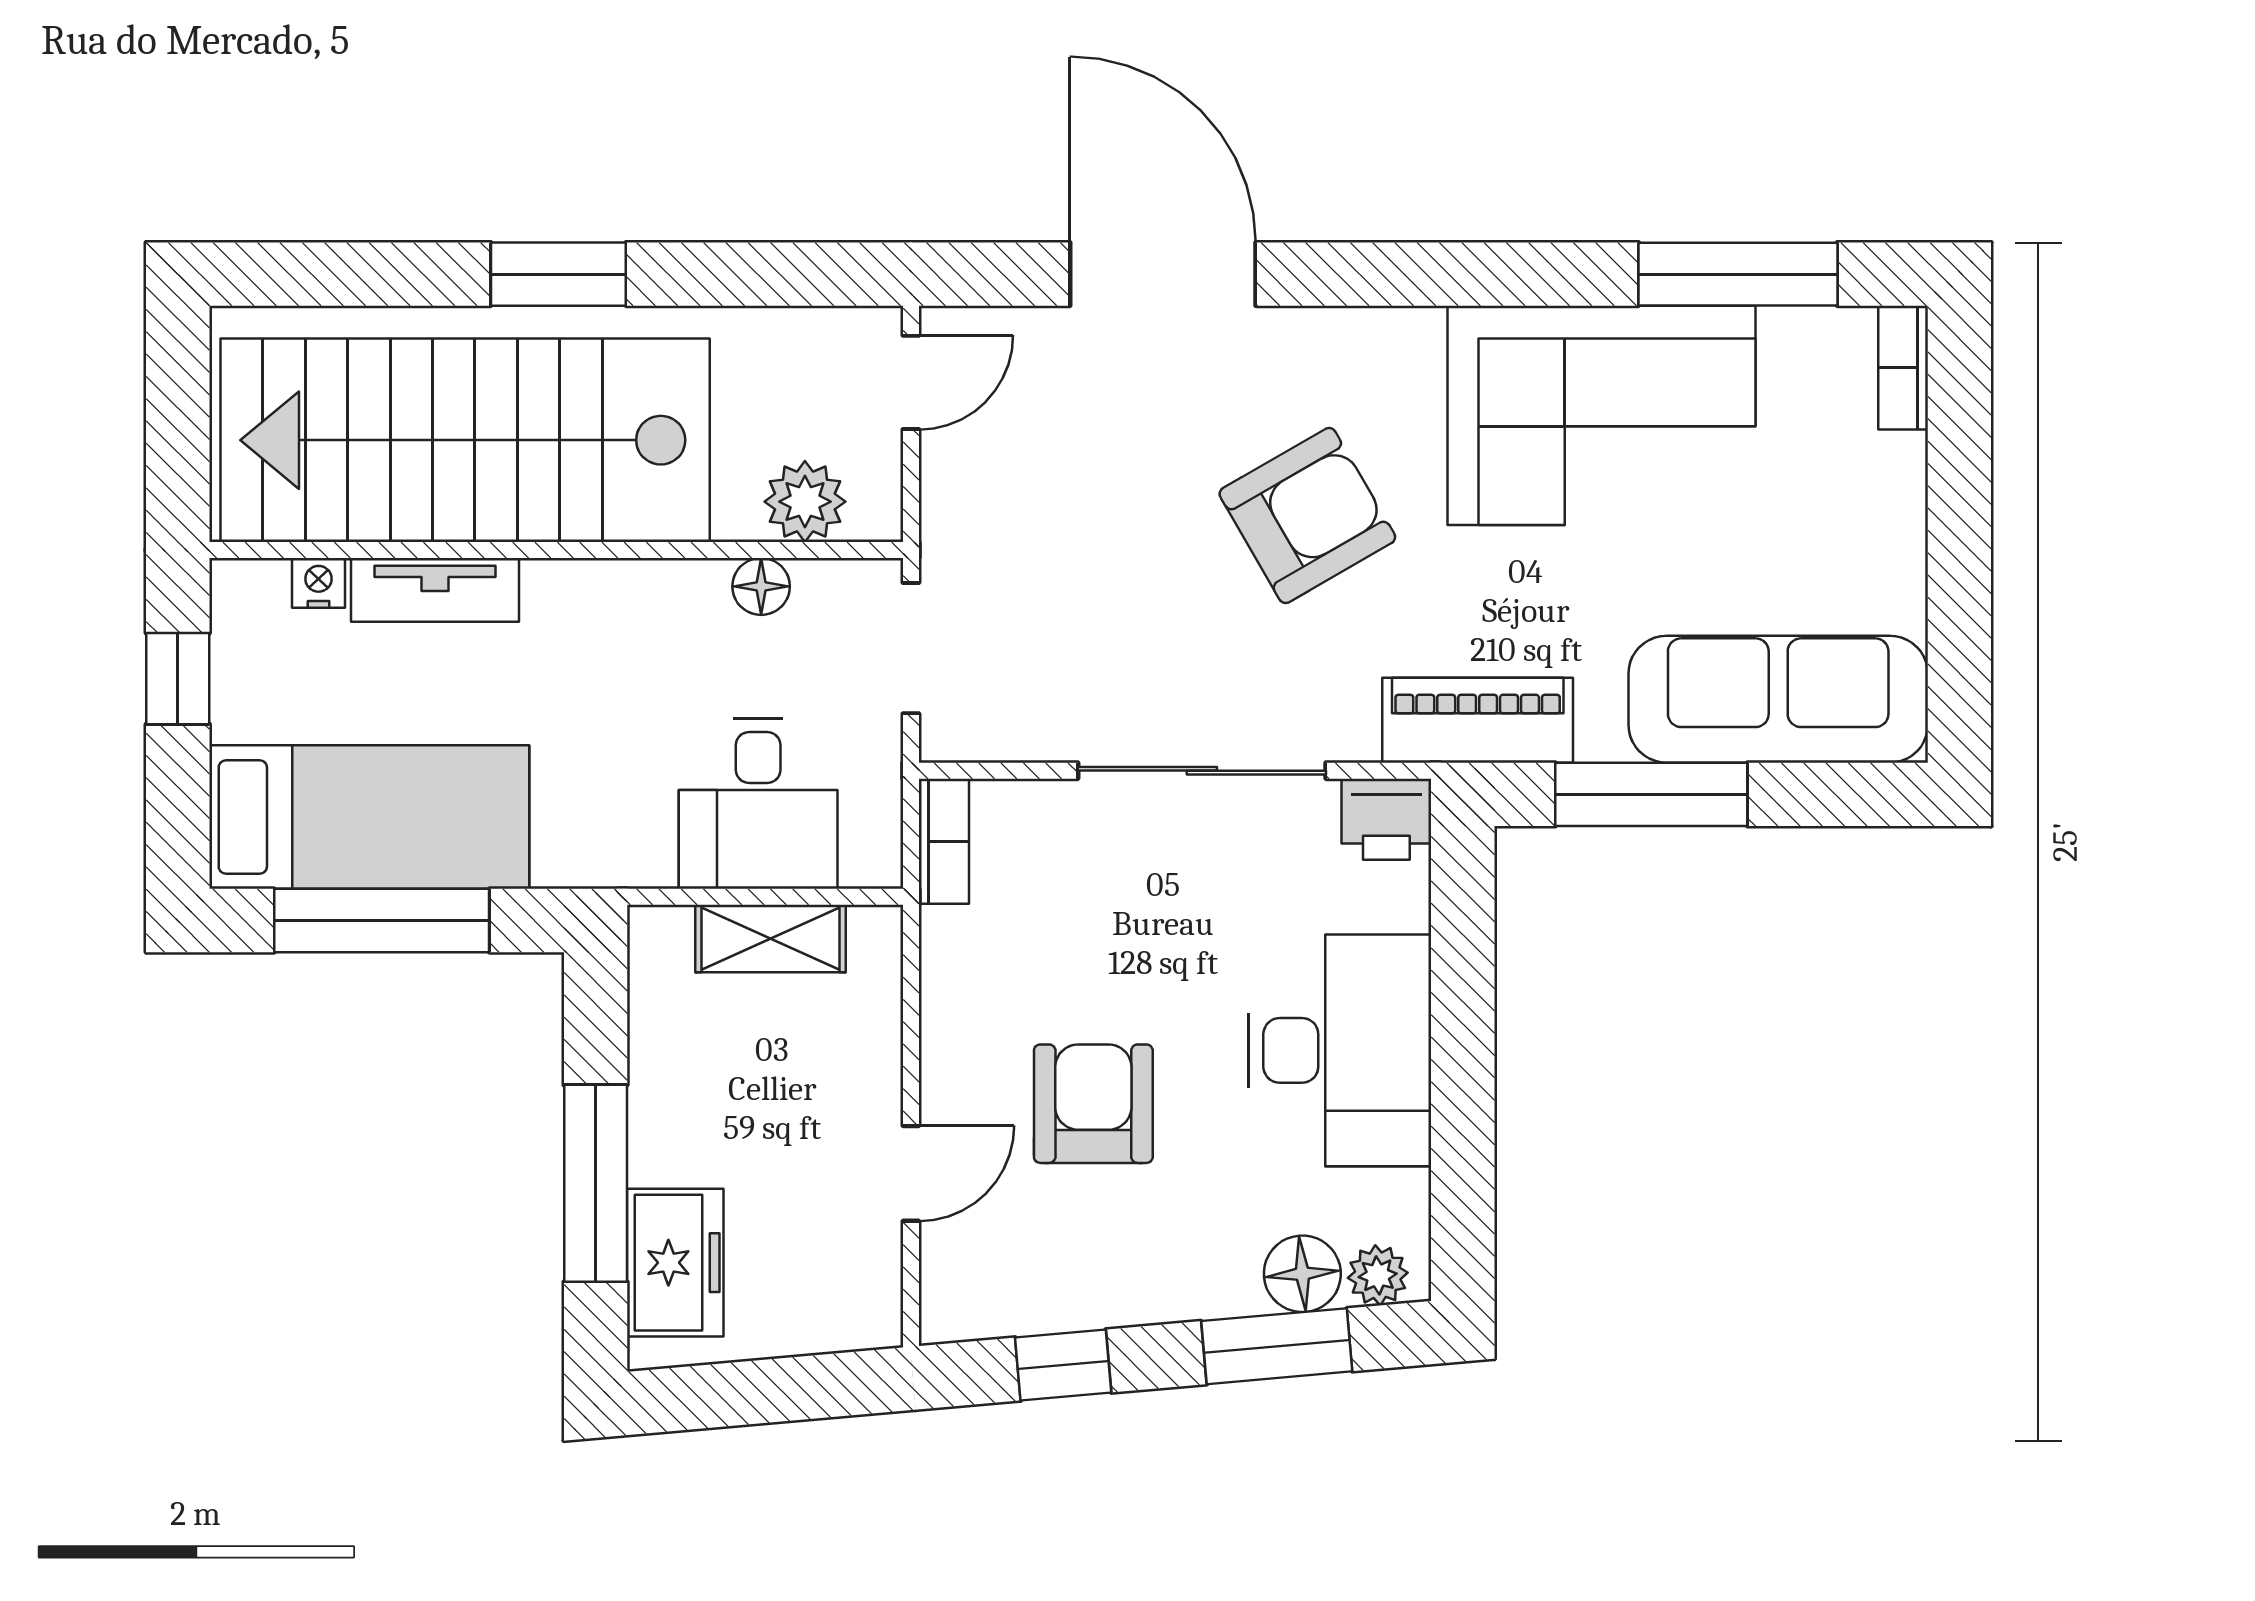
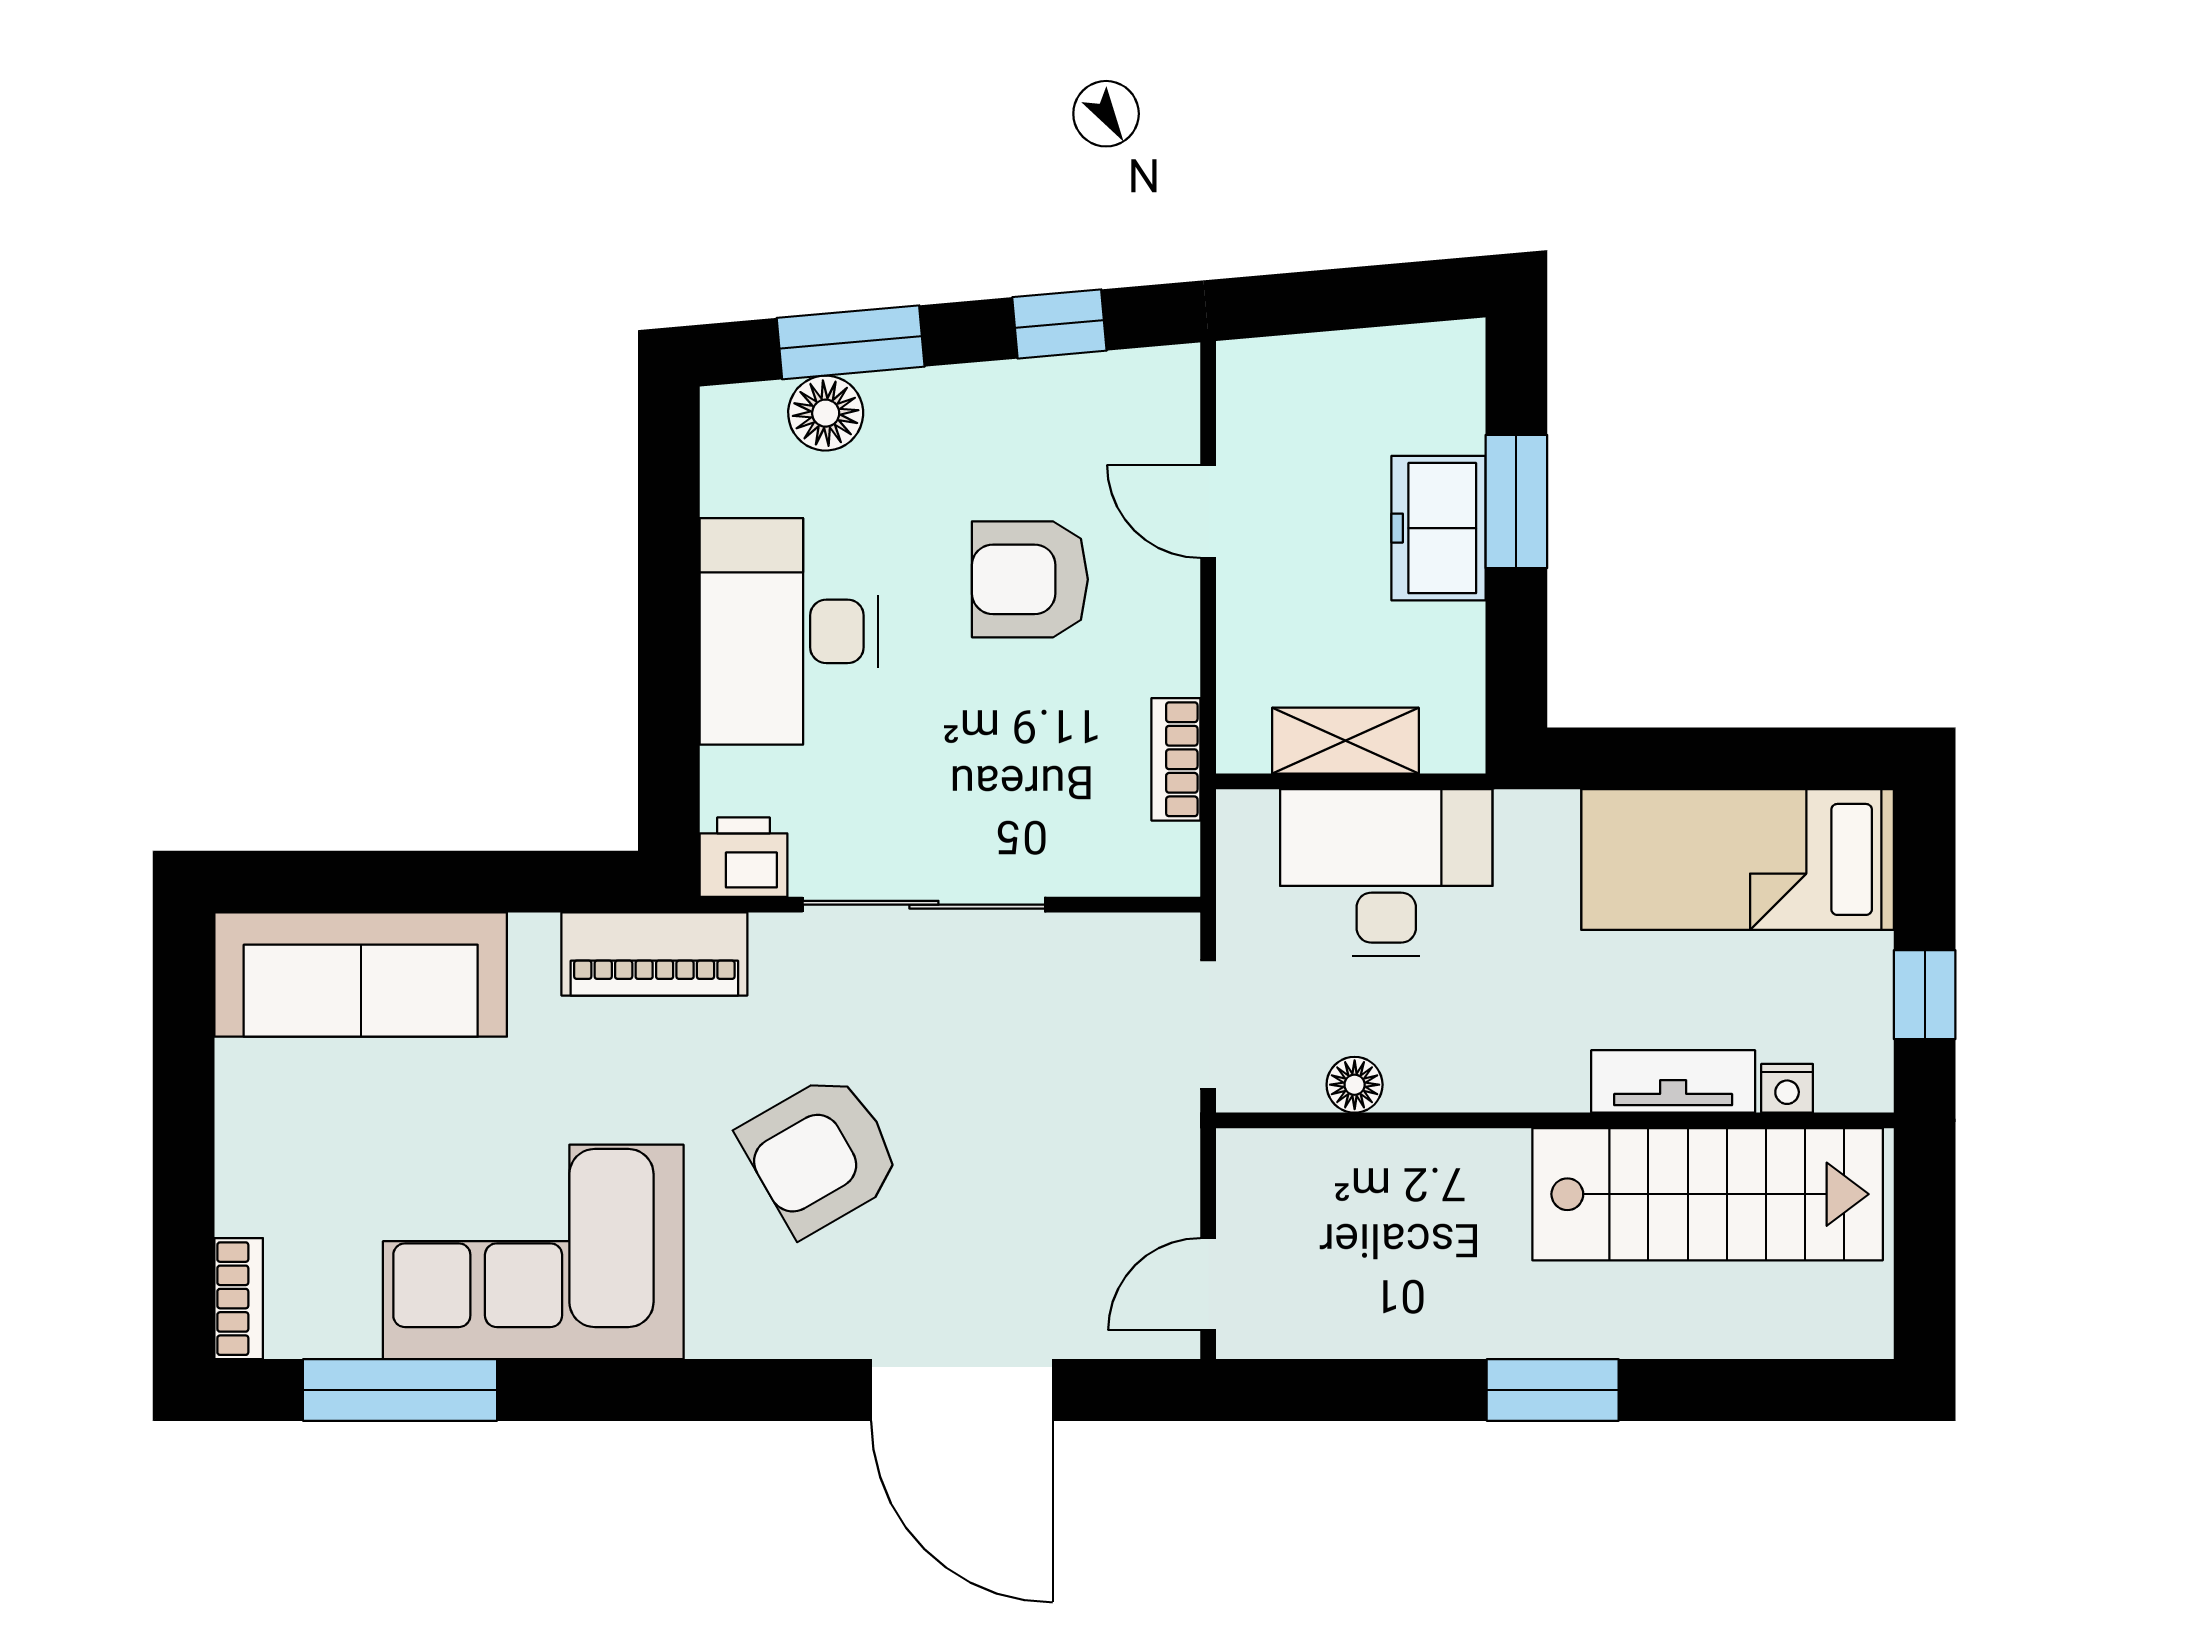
stairs: (465, 440) -> (1708, 1194), width x0.73, depth x0.66
plant: (805, 502) -> (1312, 1168), removed
window: (1651, 794) -> (485, 882), removed
desk: (758, 804) -> (1386, 873), width x1.37
bookcase: (944, 841) -> (1176, 759), moved
window: (382, 920) -> (1725, 758), removed
armchair: (1093, 1104) -> (1030, 579), turned 90
door: (911, 1173) -> (1208, 511), hinge flipped
window: (596, 1183) -> (1516, 502), width x0.69
freezer: (675, 1263) -> (1438, 528), moved
plant: (1378, 1275) -> (752, 412), removed

